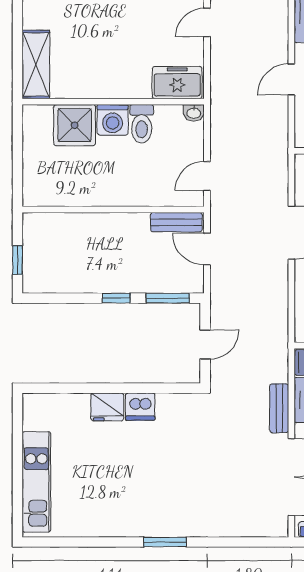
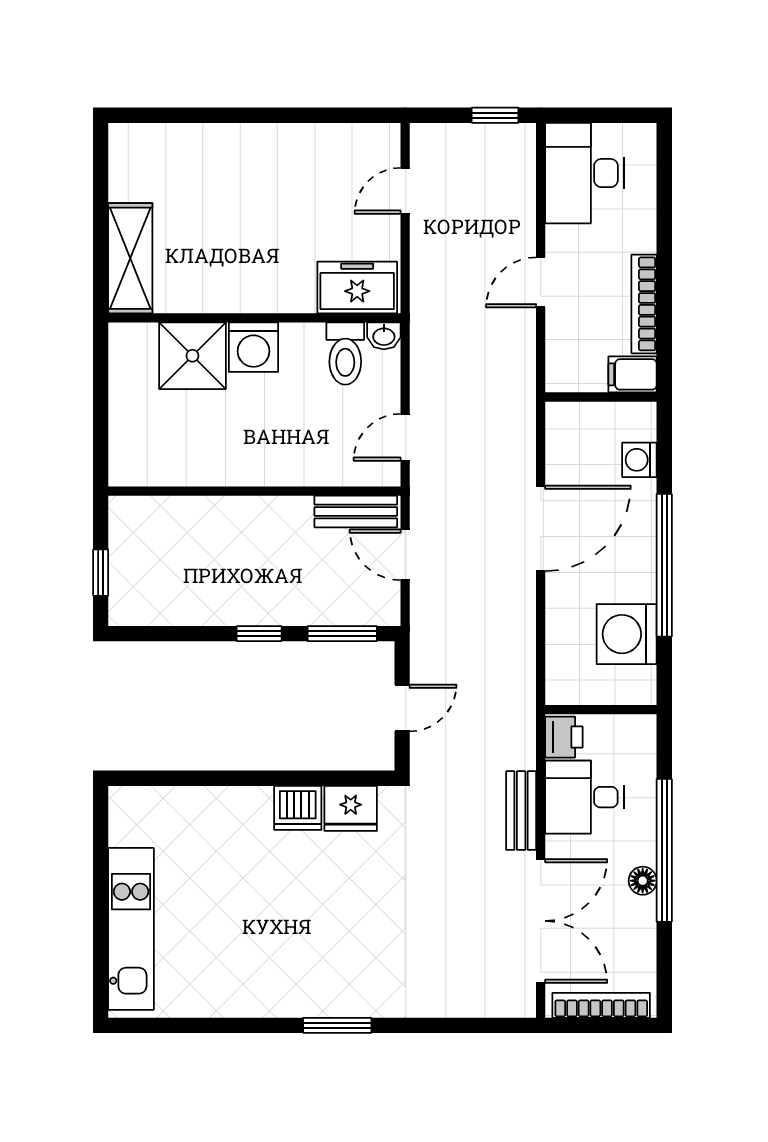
toilet: (142, 124) -> (345, 354), moved
fridge: (107, 407) -> (351, 808), moved

